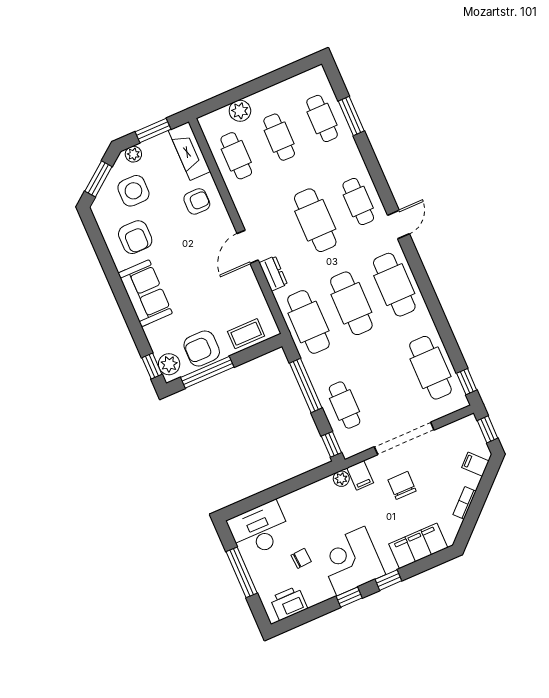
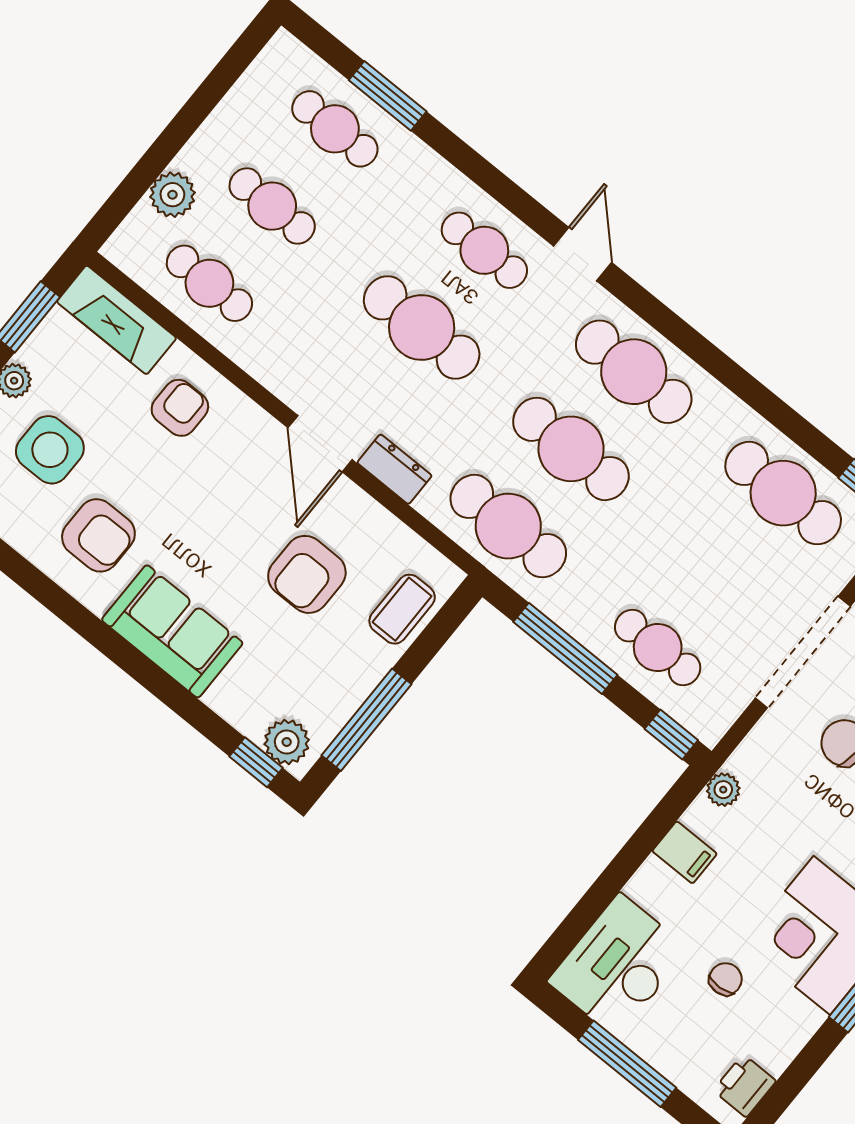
armchair: (202, 348) -> (307, 574), moved
filing cabinet: (360, 475) -> (685, 852), moved
printer: (289, 603) -> (745, 1086), width x0.73, depth x0.81

